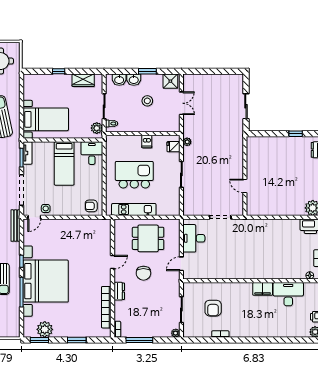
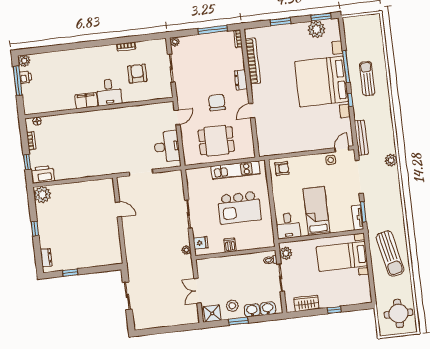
stool: (147, 101) -> (232, 306), moved
desk: (288, 294) -> (109, 92), moved, width x0.73

